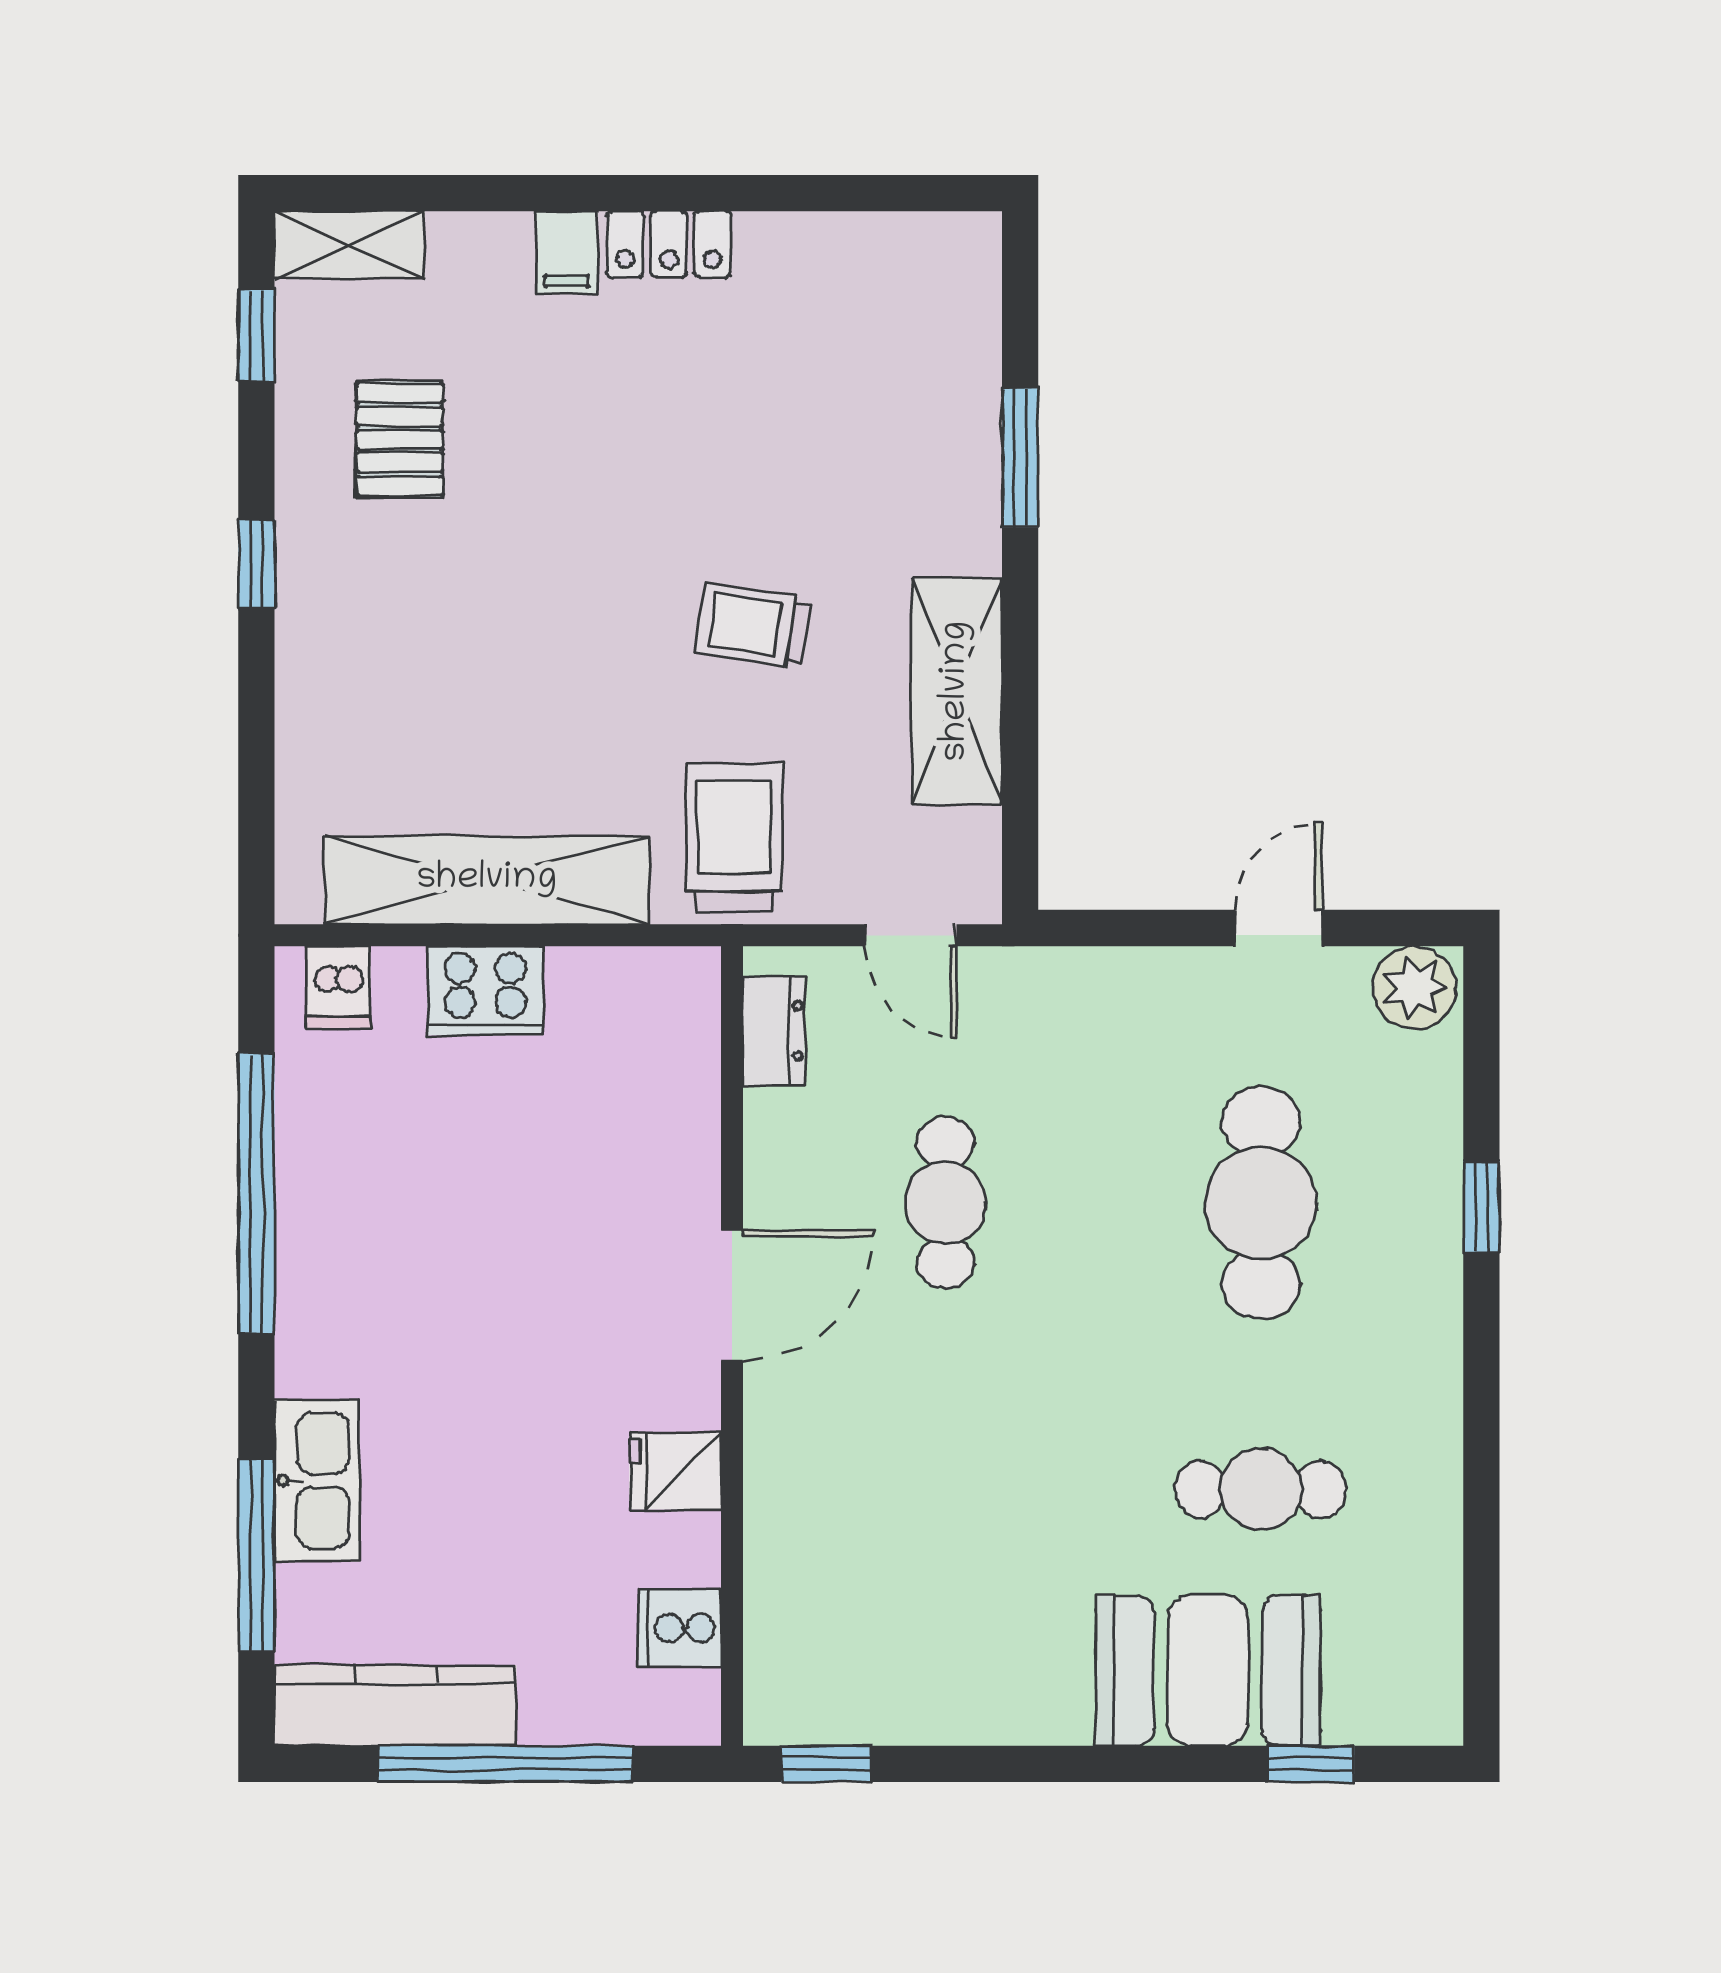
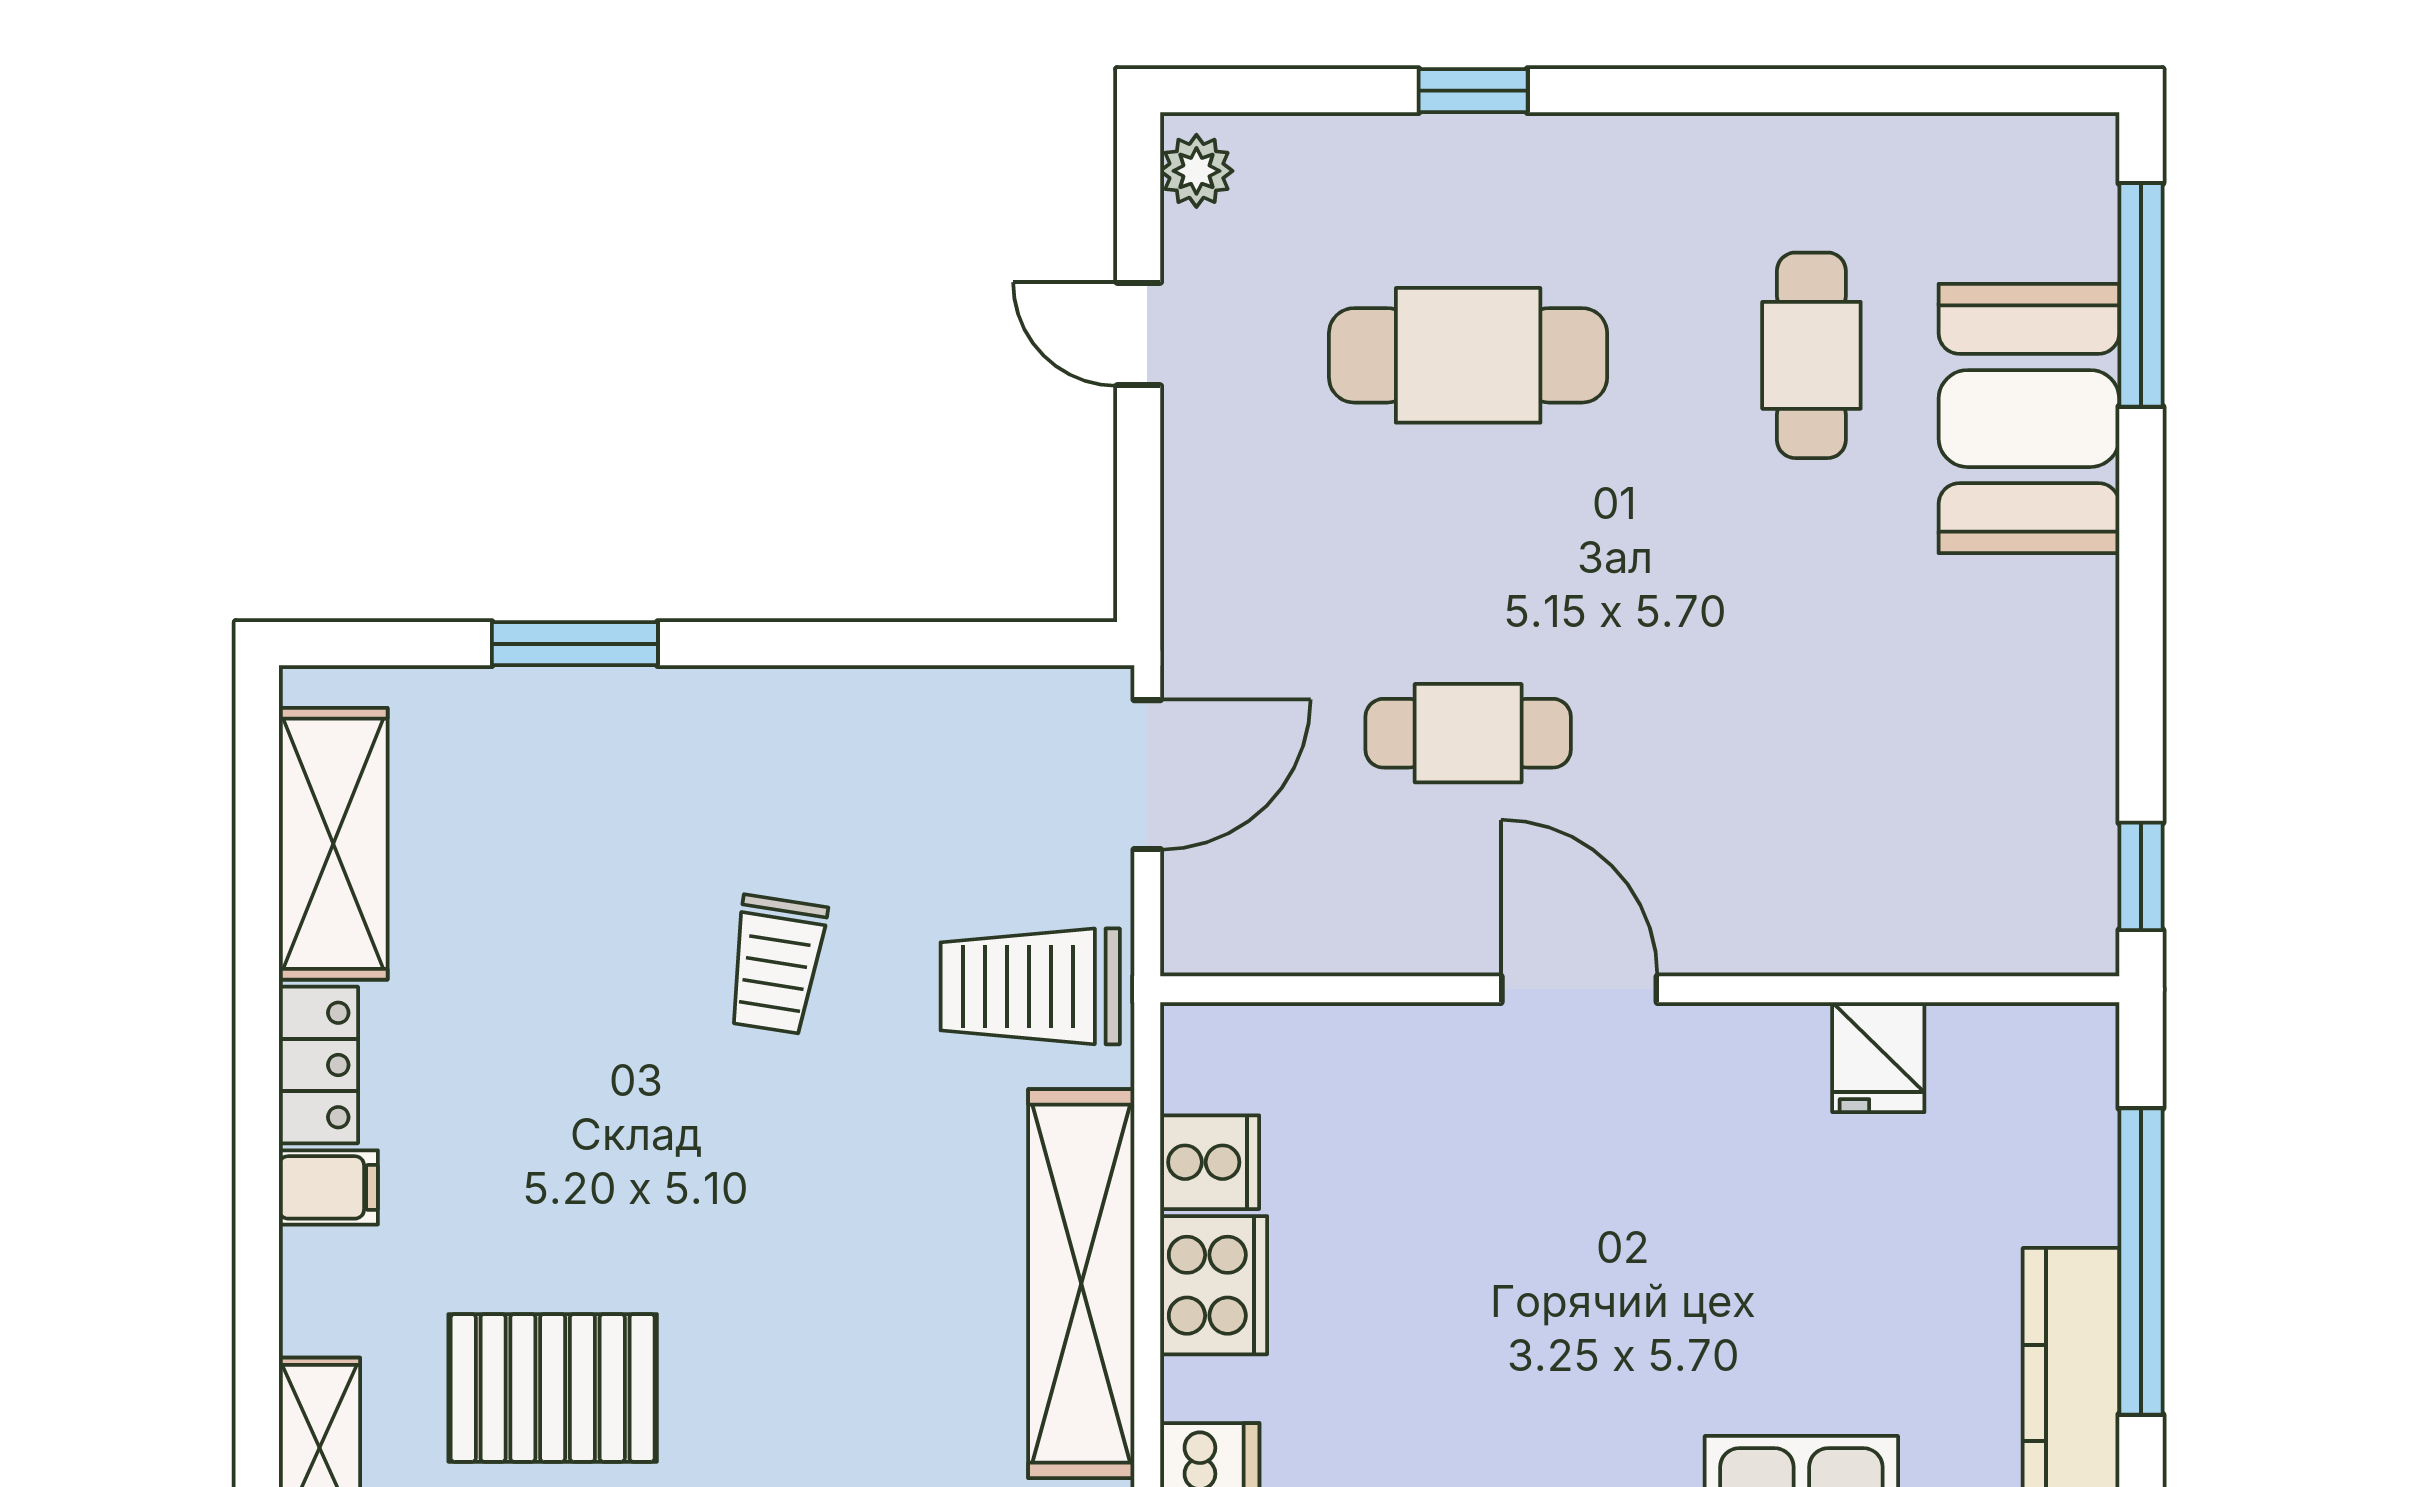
pallet: (400, 439) -> (553, 1388), width x1.50, depth x1.42
shelving: (957, 691) -> (333, 844), moved, turned 90
door: (911, 935) -> (1147, 775), width x1.38
plant: (1414, 988) -> (1196, 171), width x0.73, depth x0.73
dresser: (774, 1031) -> (1262, 939), removed
fridge: (675, 1471) -> (1878, 1057), moved
cooker: (680, 1628) -> (1210, 1162), moved, turned -90
window: (1311, 1764) -> (2141, 295), width x2.17

